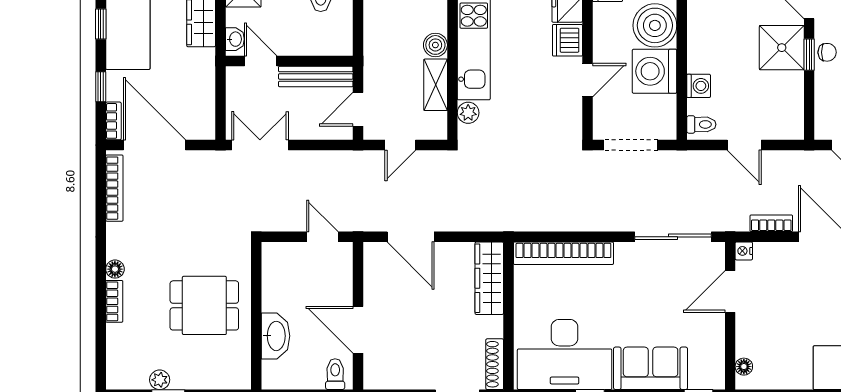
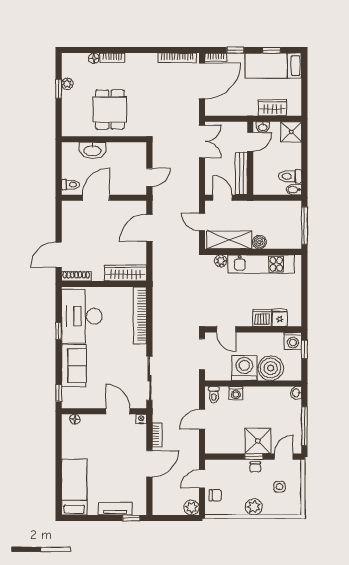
door: (587, 80) -> (226, 329), moved
shelving: (436, 85) -> (229, 240), width x1.50, depth x1.33
floor lamp: (115, 269) -> (94, 58), moved

